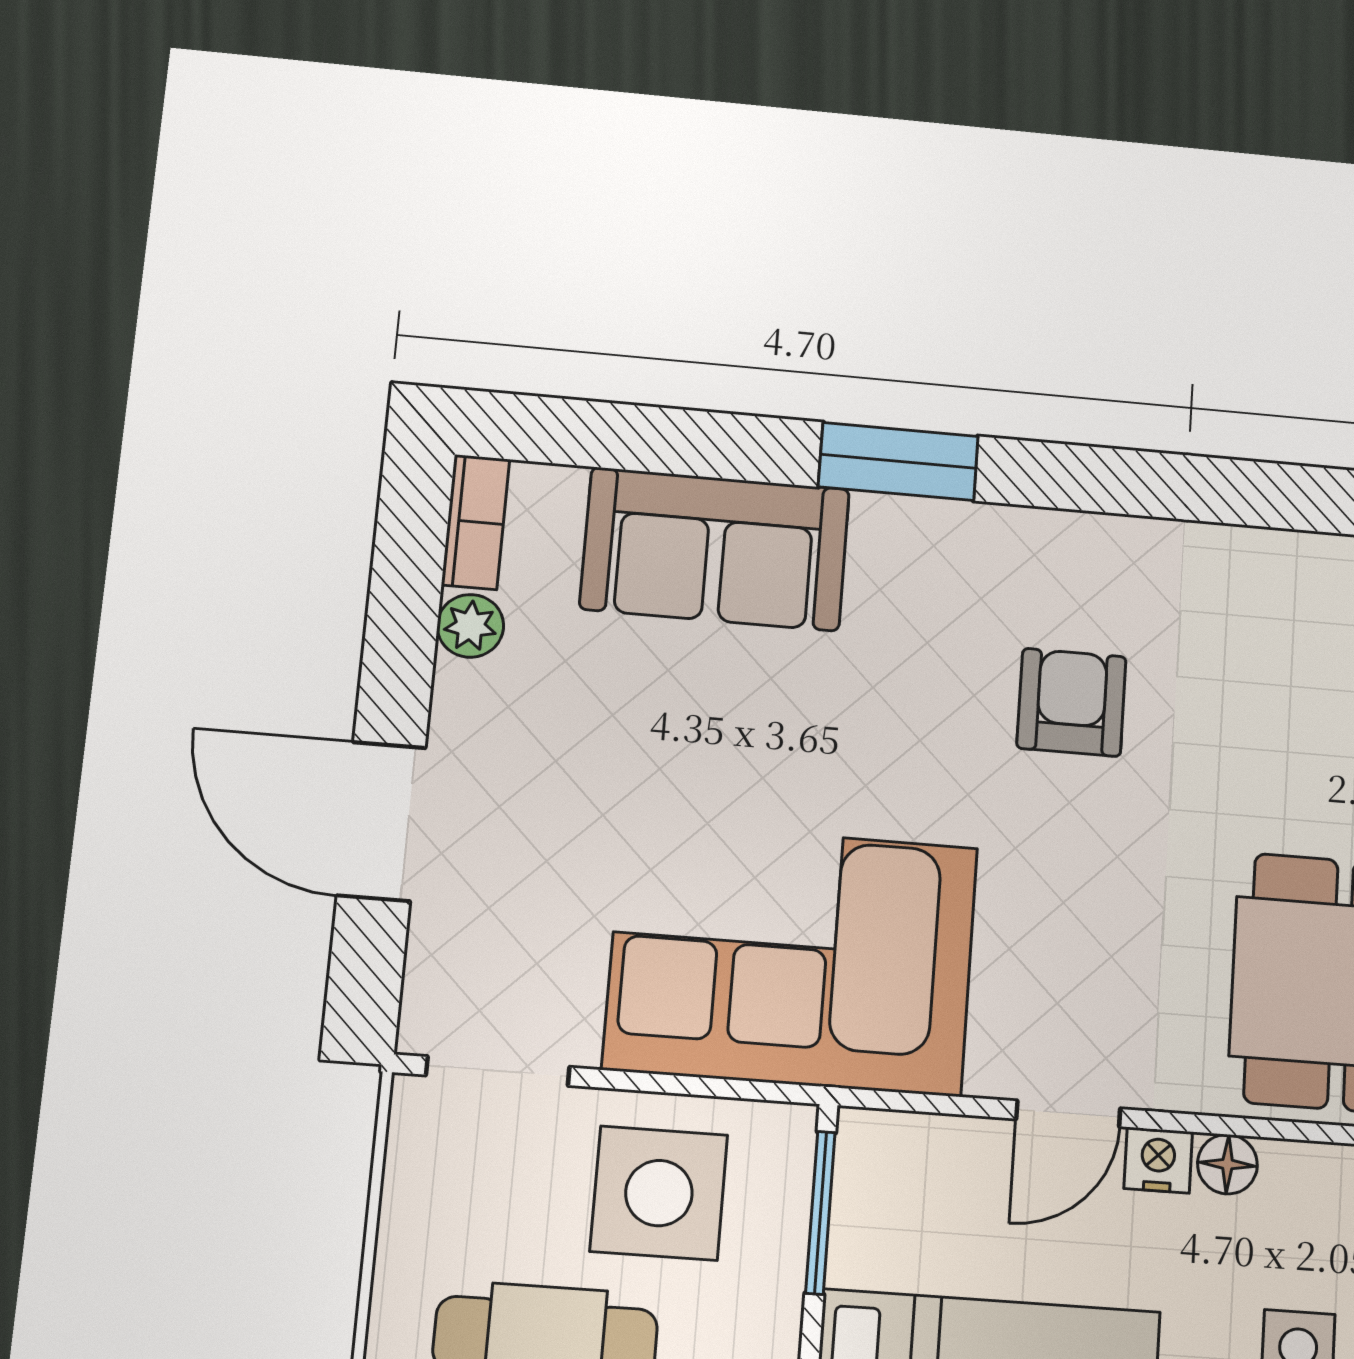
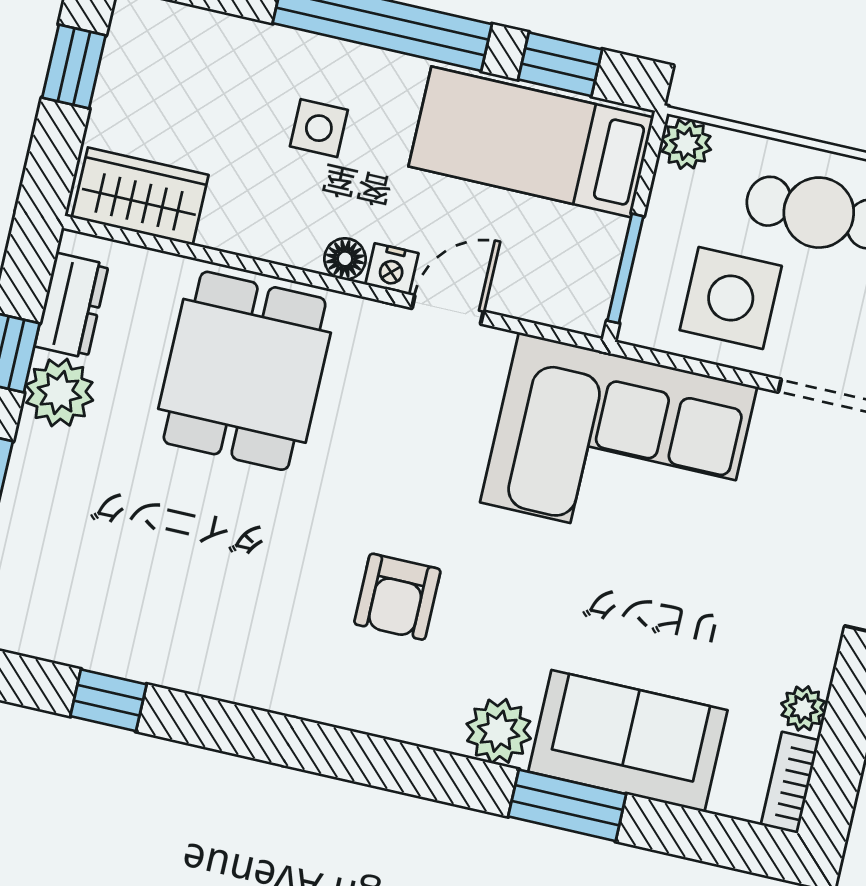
window: (898, 461) -> (567, 805), moved
plant: (899, 539) -> (499, 731), added

